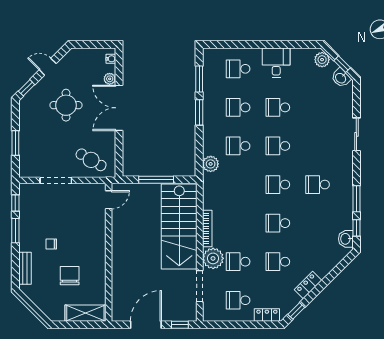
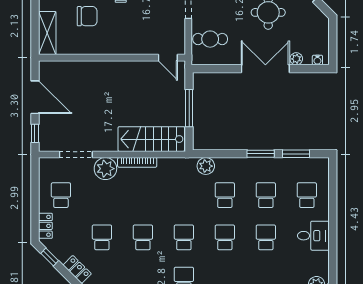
cafe table: (91, 160) -> (210, 39), turned 60
stairs: (179, 227) -> (151, 139), width x0.73, depth x0.66
school desk: (238, 262) -> (102, 195), removed

